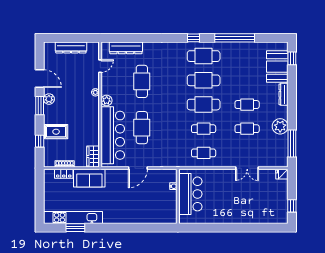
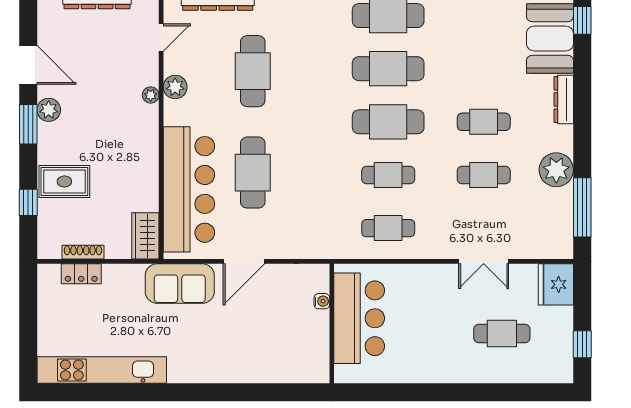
plant: (107, 101) -> (175, 87), moved
fridge: (282, 174) -> (556, 284), width x1.88, depth x1.34
sofa: (89, 178) -> (180, 284), moved
cafe table: (255, 201) -> (502, 333), added
window: (75, 228) -> (107, 392), removed

